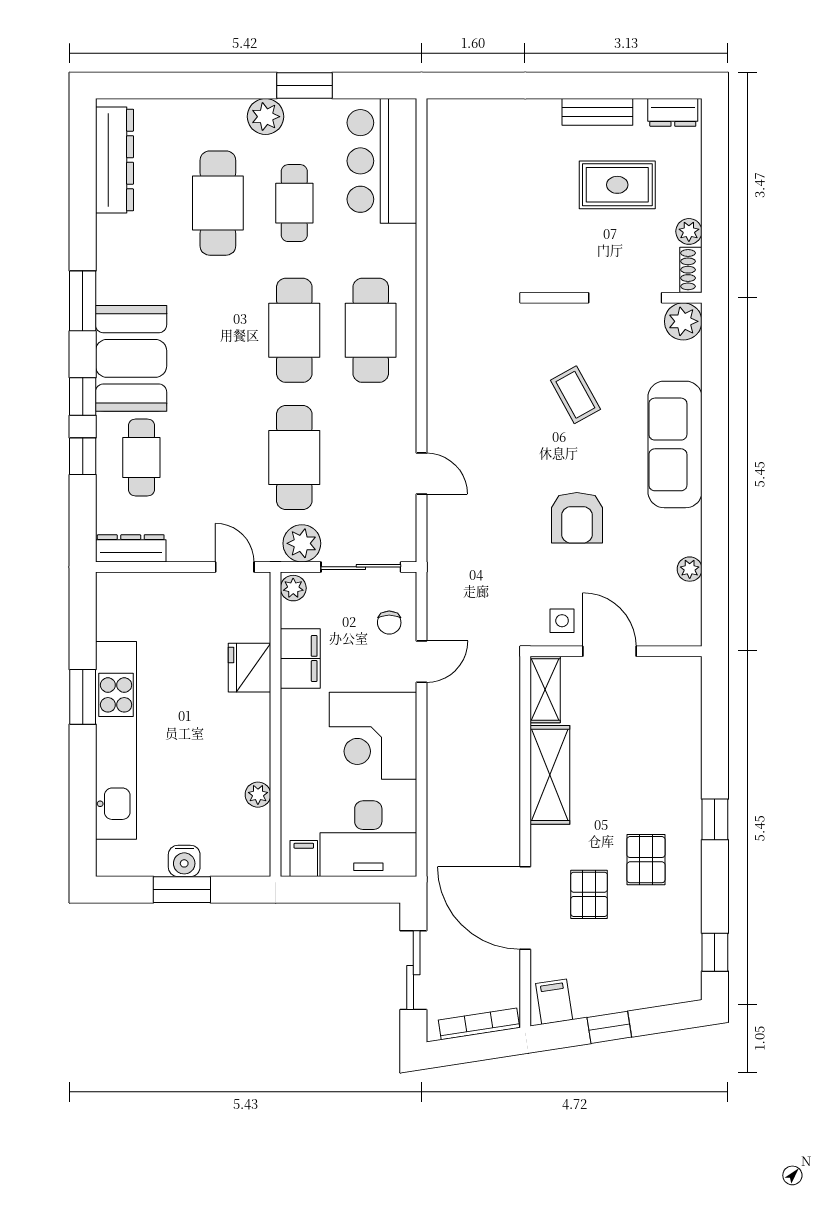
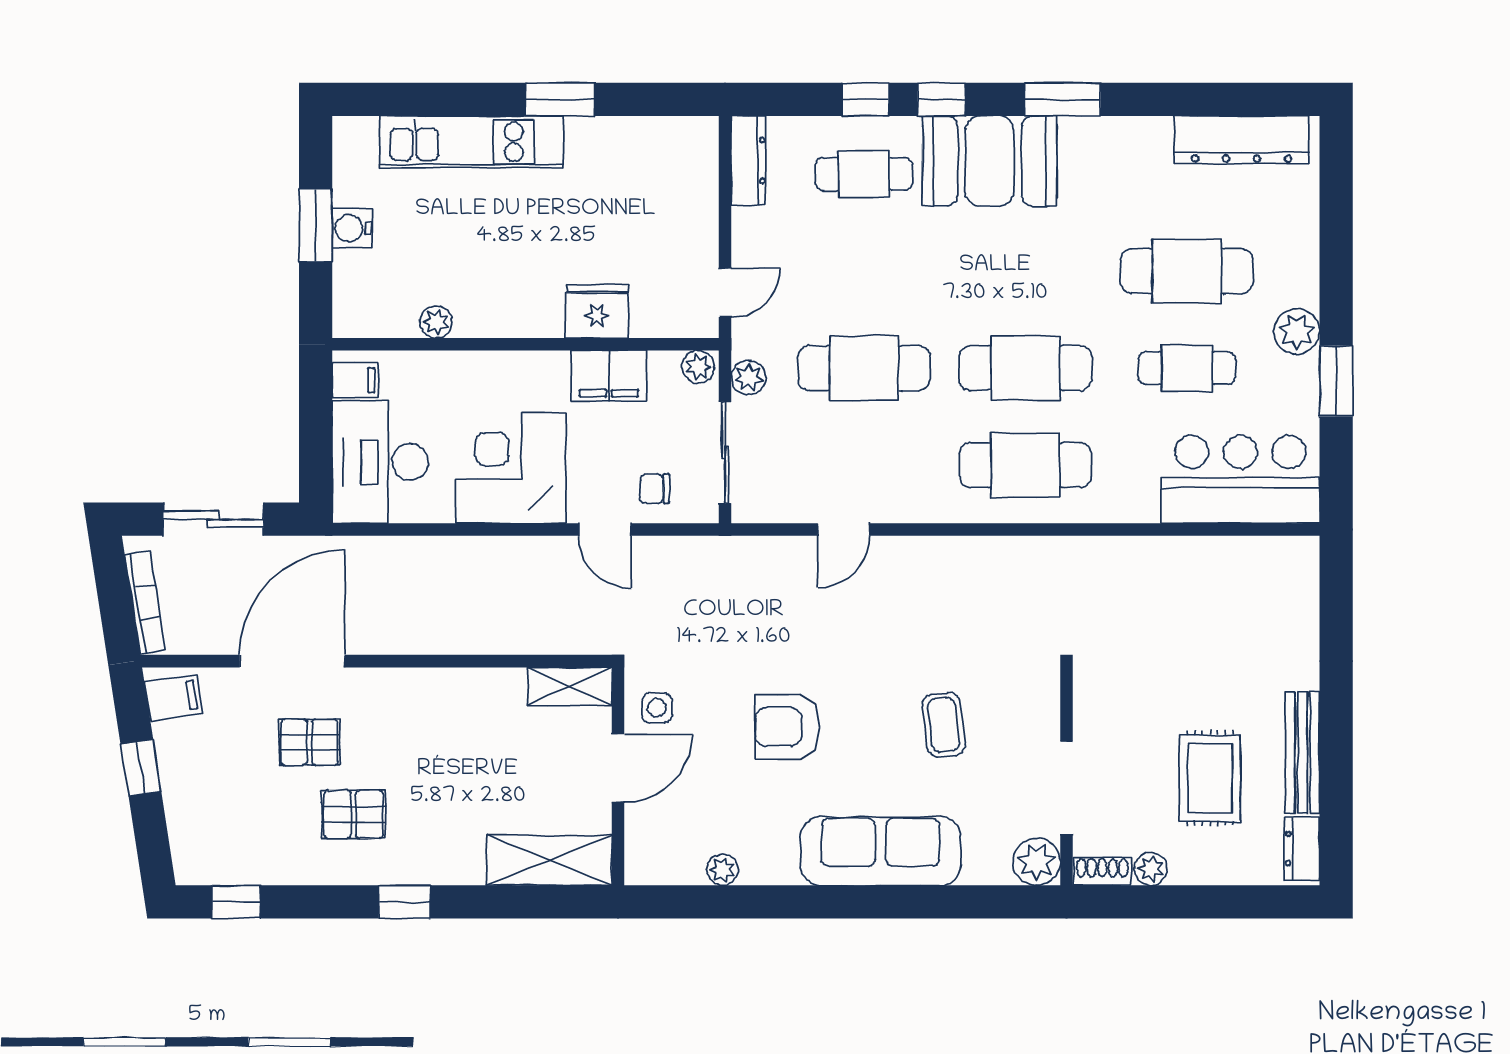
bench: (597, 112) -> (1303, 753), width x1.36
coffee table: (575, 395) -> (944, 725), turned -68
plant: (302, 543) -> (749, 378), width x0.73, depth x0.73
kitchen unit: (116, 740) -> (471, 142), width x0.73
shelving: (550, 775) -> (549, 860), moved

